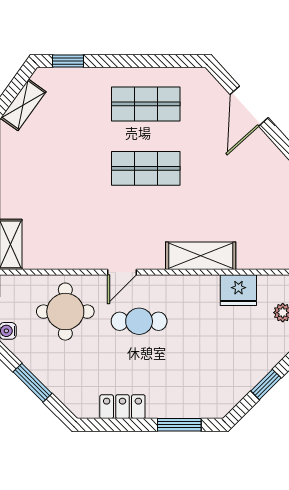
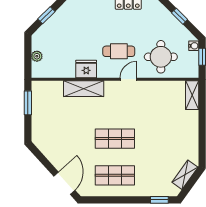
door: (249, 106) -> (64, 183), moved
fridge: (238, 290) -> (86, 69), moved
window: (33, 383) -> (180, 16), width x0.67

